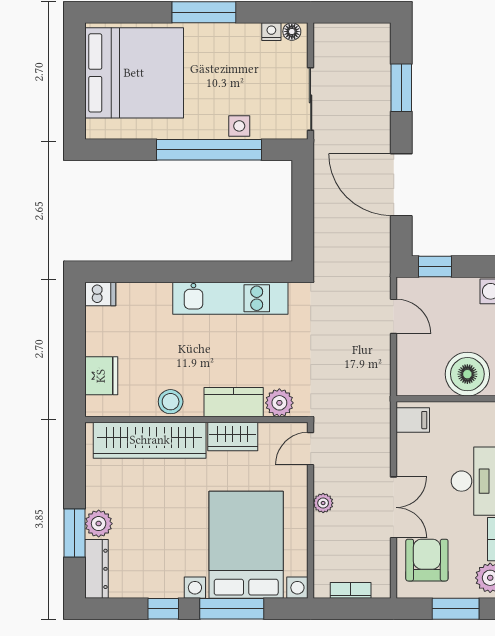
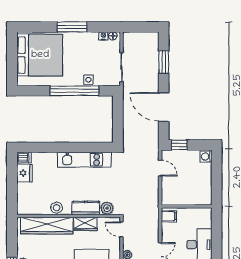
boiler: (467, 374) -> (194, 195), removed
fridge: (101, 376) -> (24, 173), moved
door: (311, 449) -> (122, 230), hinge flipped

